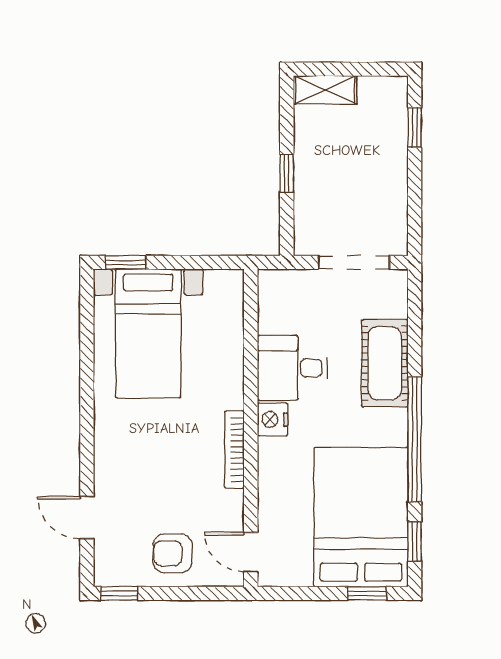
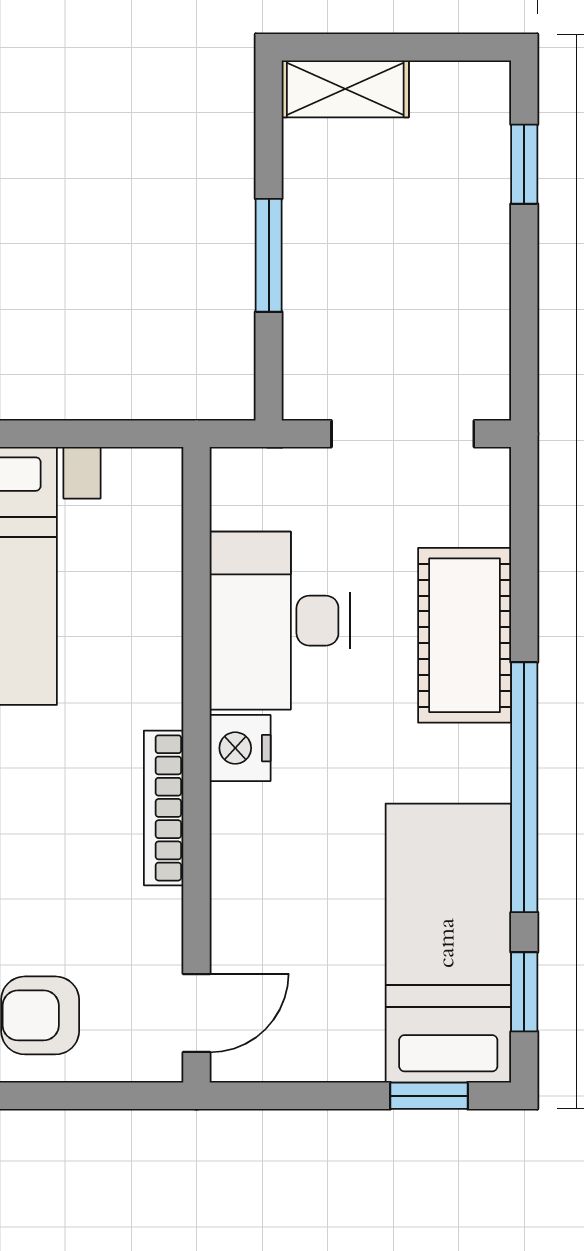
window: (287, 173) -> (269, 255), width x1.50
desk: (292, 368) -> (280, 621), width x1.37
bed: (361, 517) -> (448, 943), width x0.67
door: (251, 552) -> (197, 1013), swing flipped

